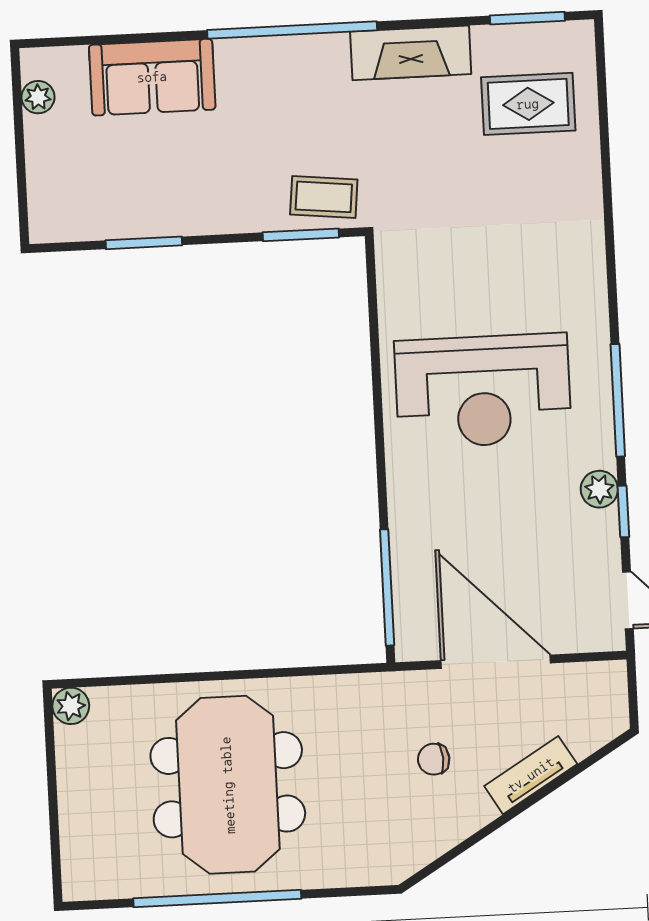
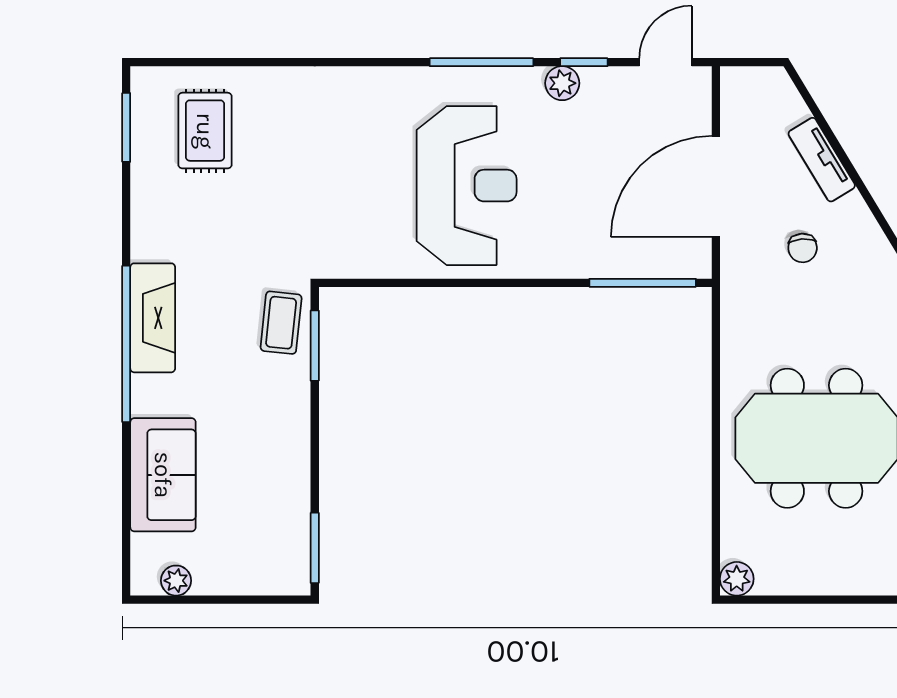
fireplace: (411, 53) -> (153, 318), moved
window: (144, 243) -> (315, 548), moved

